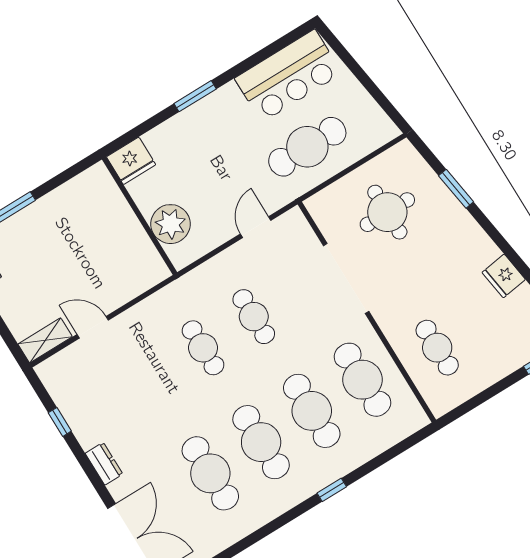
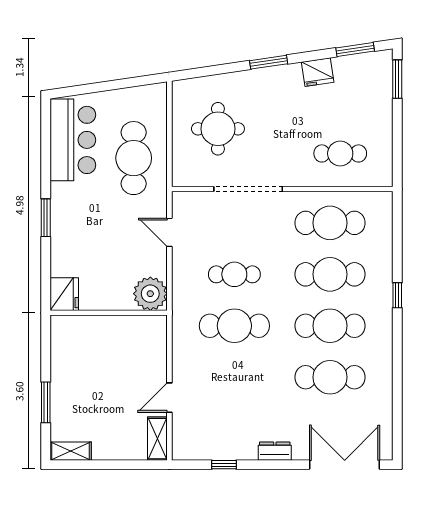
window: (456, 189) -> (269, 62), moved
plant: (170, 224) -> (150, 294), moved
cafe table: (203, 348) -> (234, 326), width x1.37, depth x1.35

